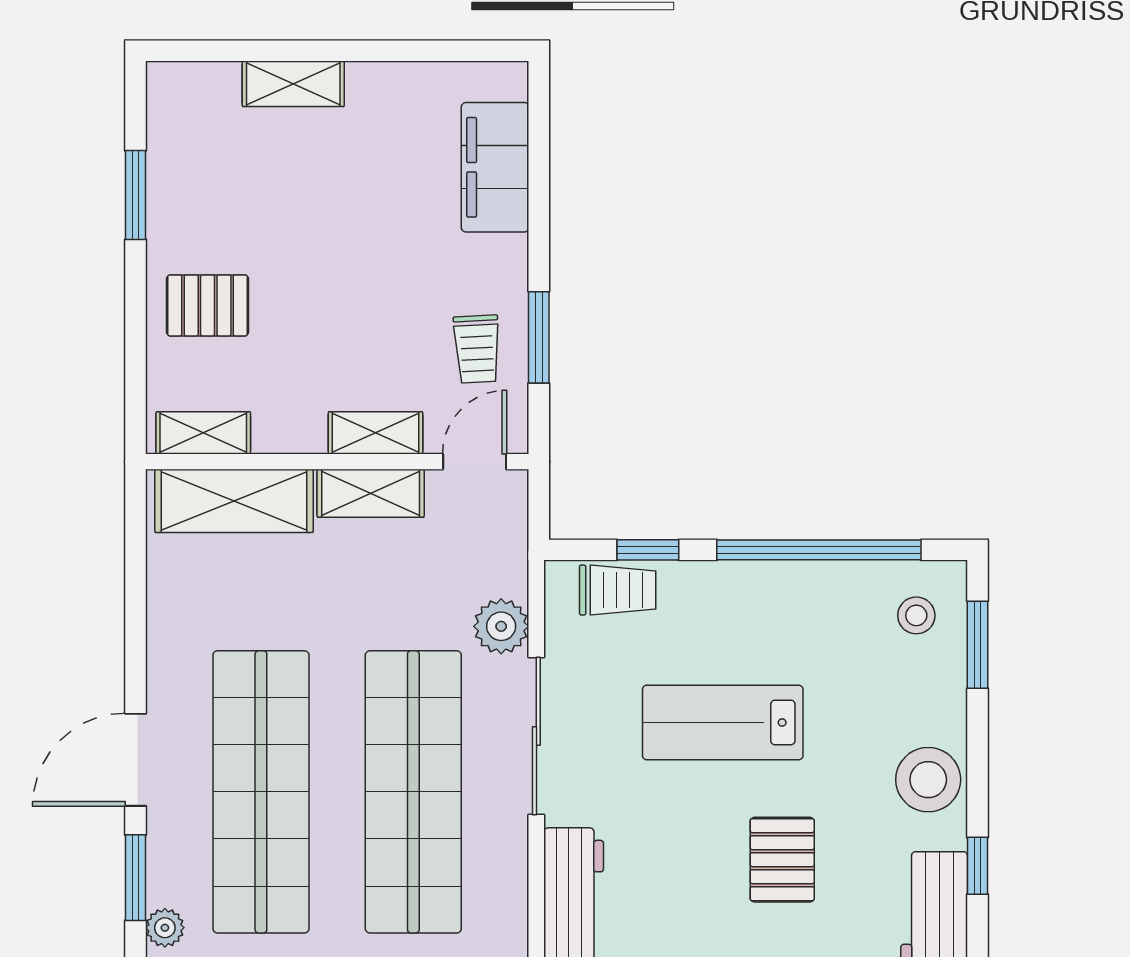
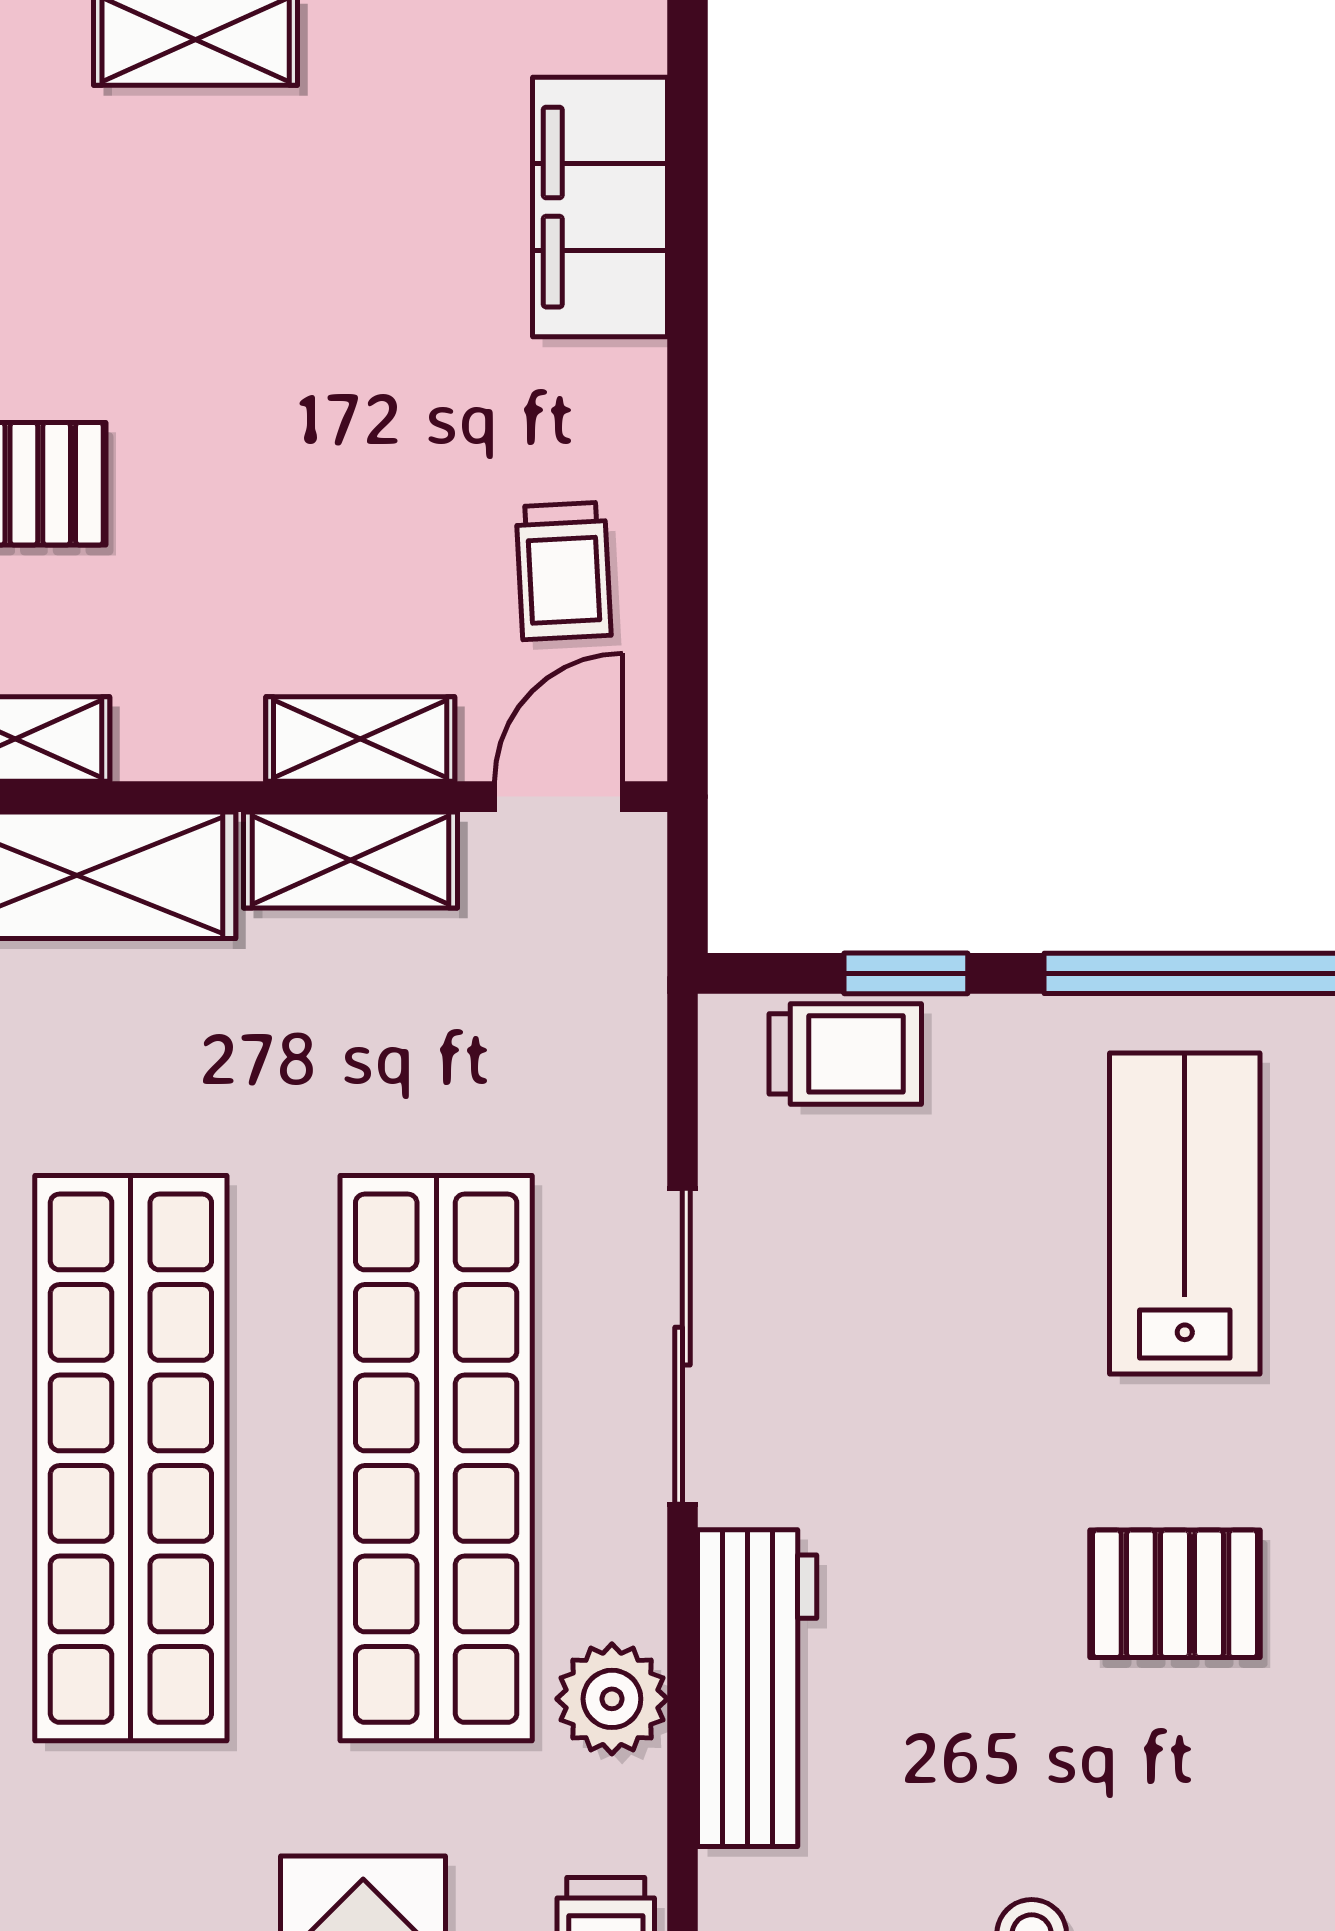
window: (539, 337) -> (687, 548), removed
plant: (501, 626) -> (612, 1699), moved
lab bench: (723, 722) -> (1185, 1213), moved, turned 90
pallet: (782, 860) -> (1175, 1594), turned 90

